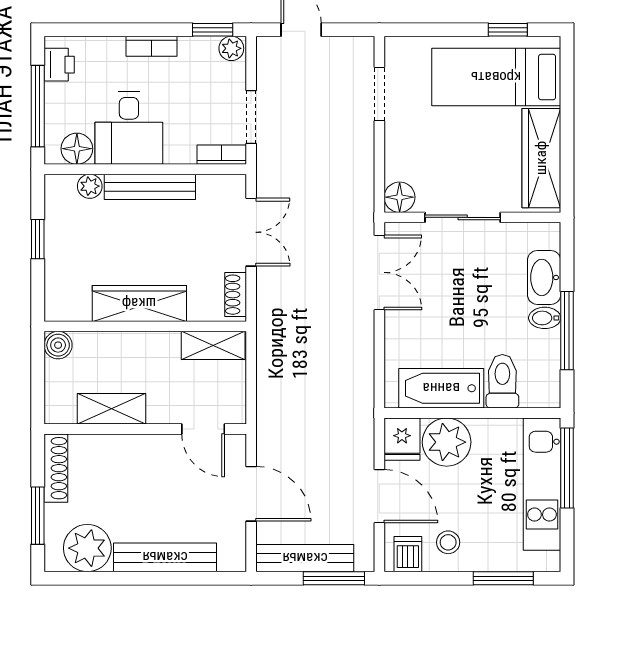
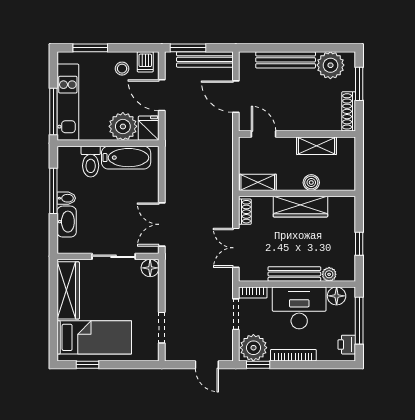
bookcase: (152, 46) -> (293, 355), width x1.56
plant: (231, 48) -> (253, 348), width x1.88, depth x1.88
desk: (129, 128) -> (299, 308), width x1.37
boiler: (58, 345) -> (311, 183), moved

